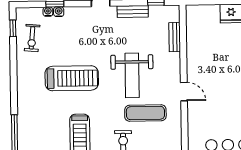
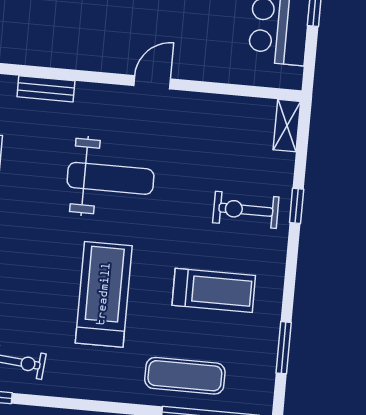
exercise mat: (145, 113) -> (185, 376), moved, turned 90

